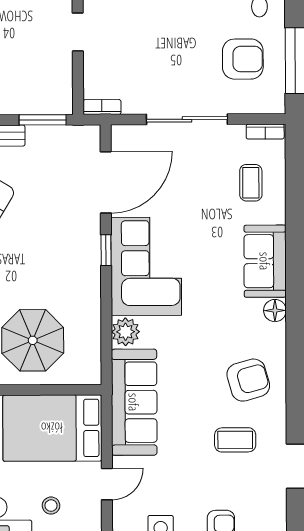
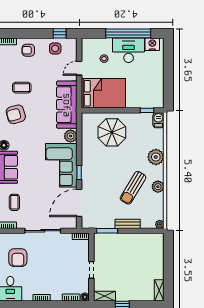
armchair: (243, 59) -> (18, 258), turned -90

